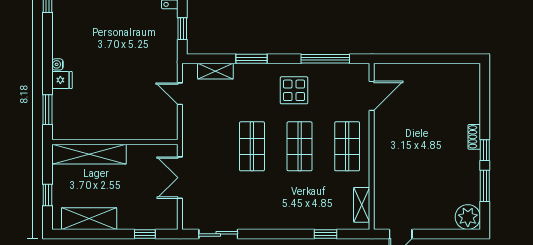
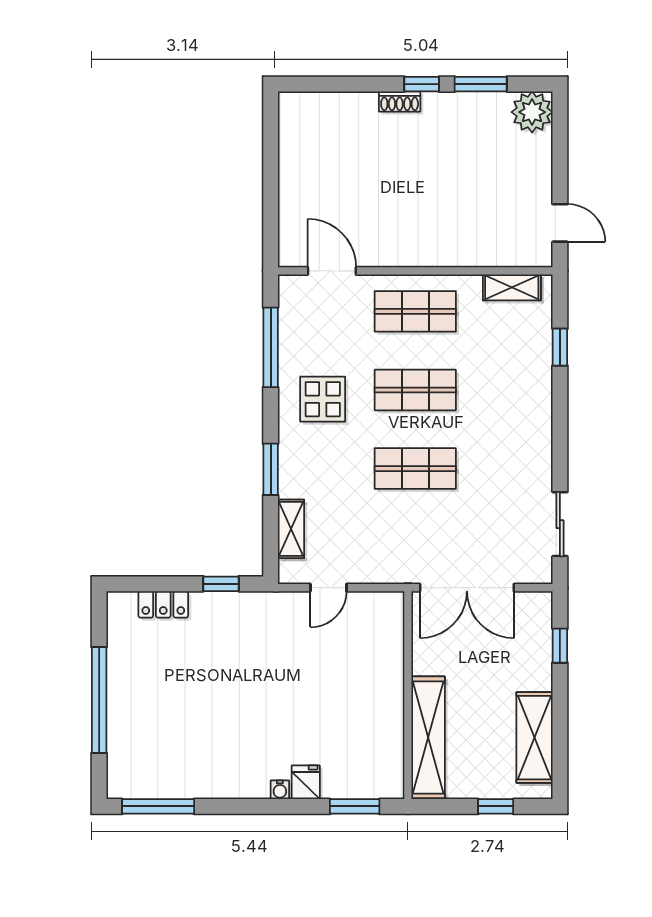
double door: (180, 178) -> (467, 588), width x1.37

